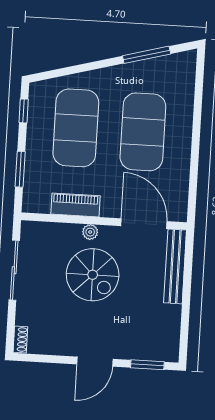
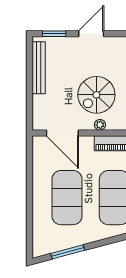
bench: (175, 266) -> (39, 68), moved
spiral stairs: (93, 275) -> (96, 95), turned -90

